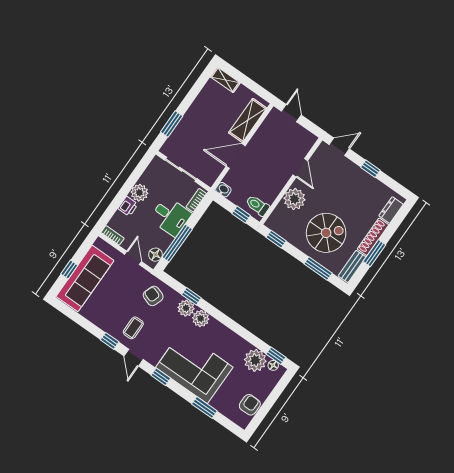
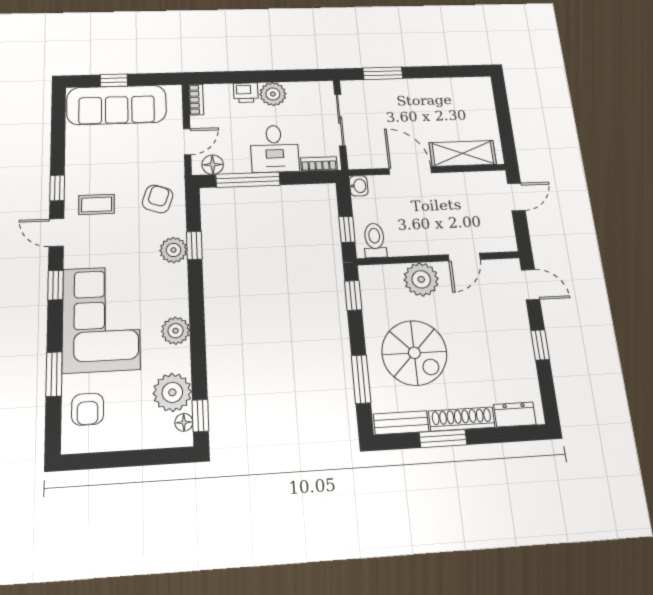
shelving: (225, 80) -> (484, 95), removed
plant: (201, 318) -> (176, 331), moved
door: (134, 358) -> (56, 232), hinge flipped
armchair: (250, 405) -> (88, 409), moved, turned 90

